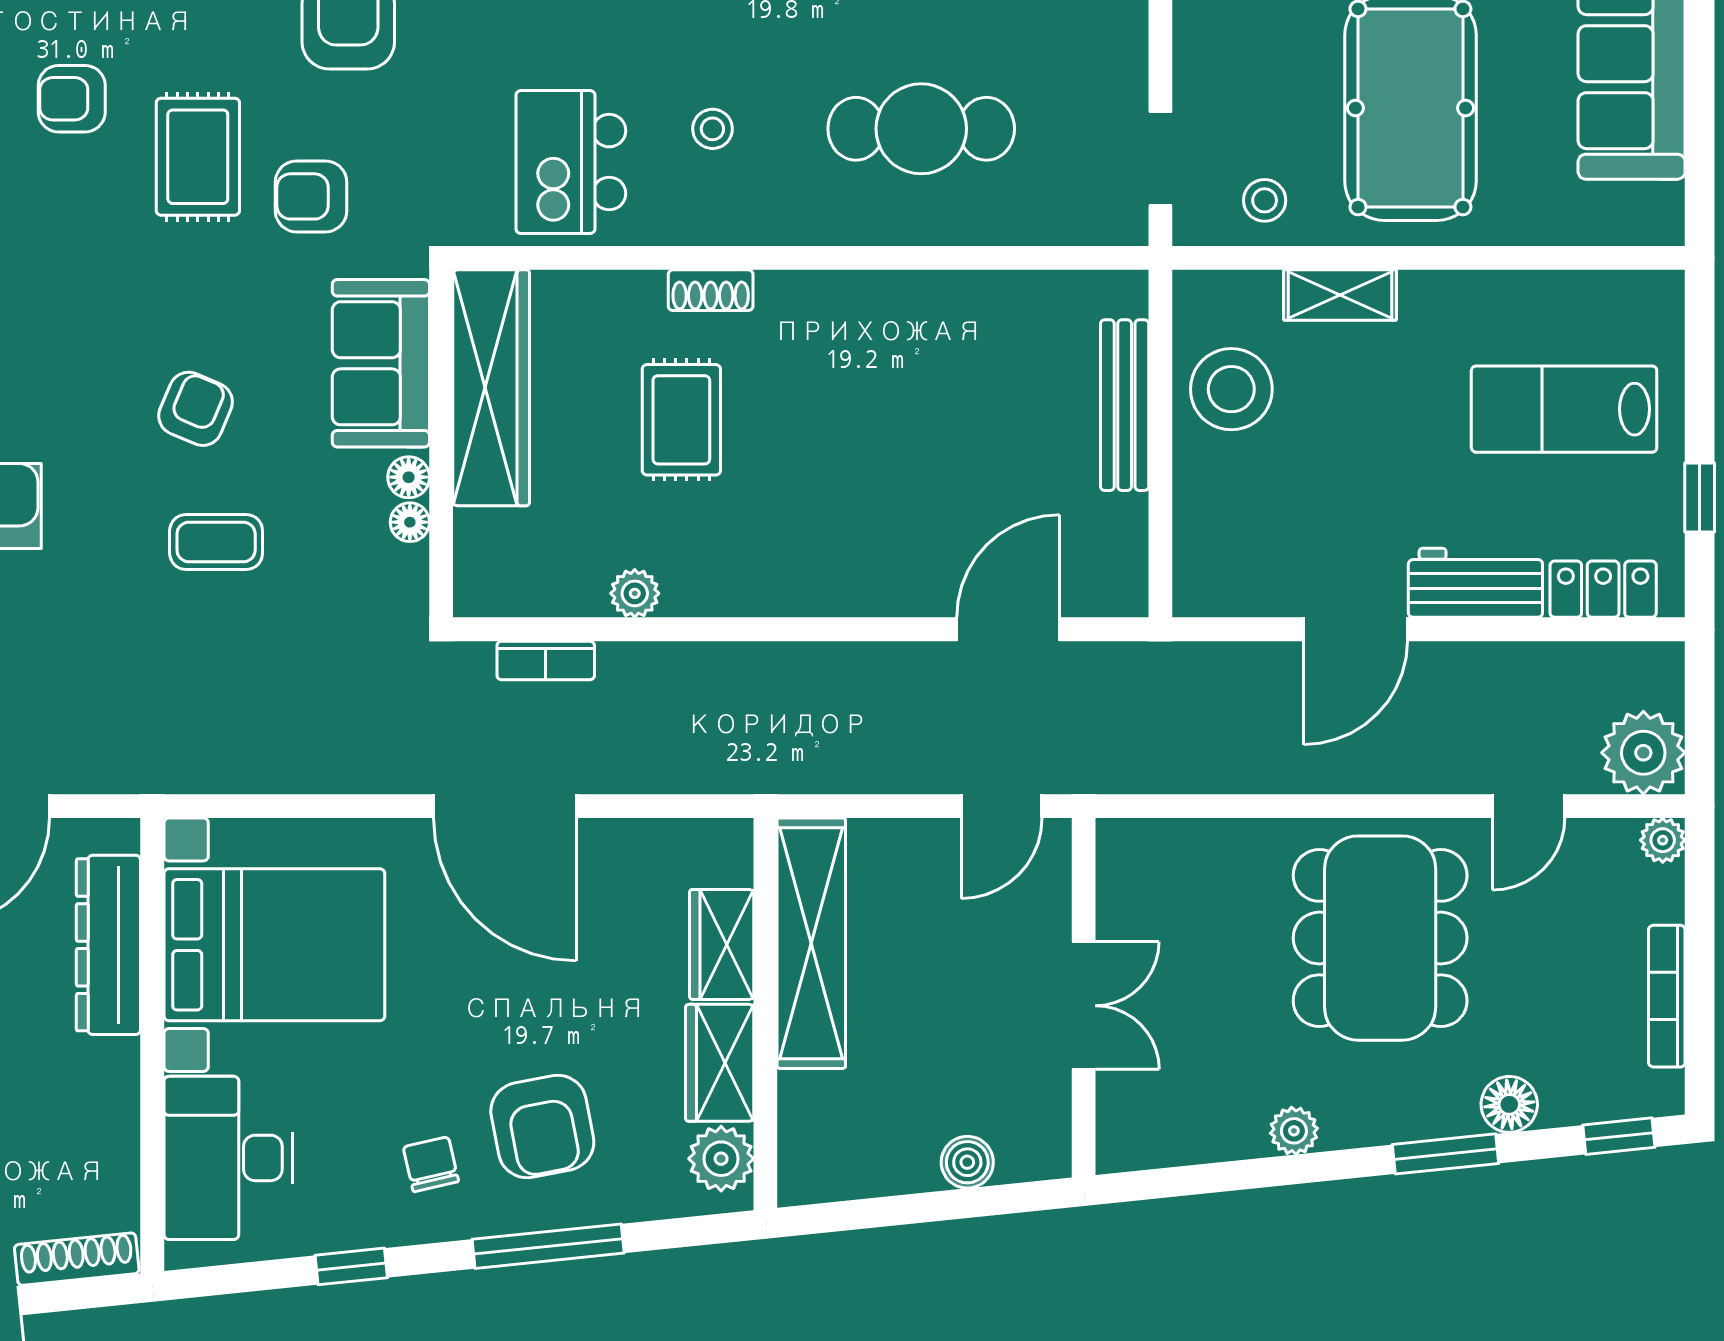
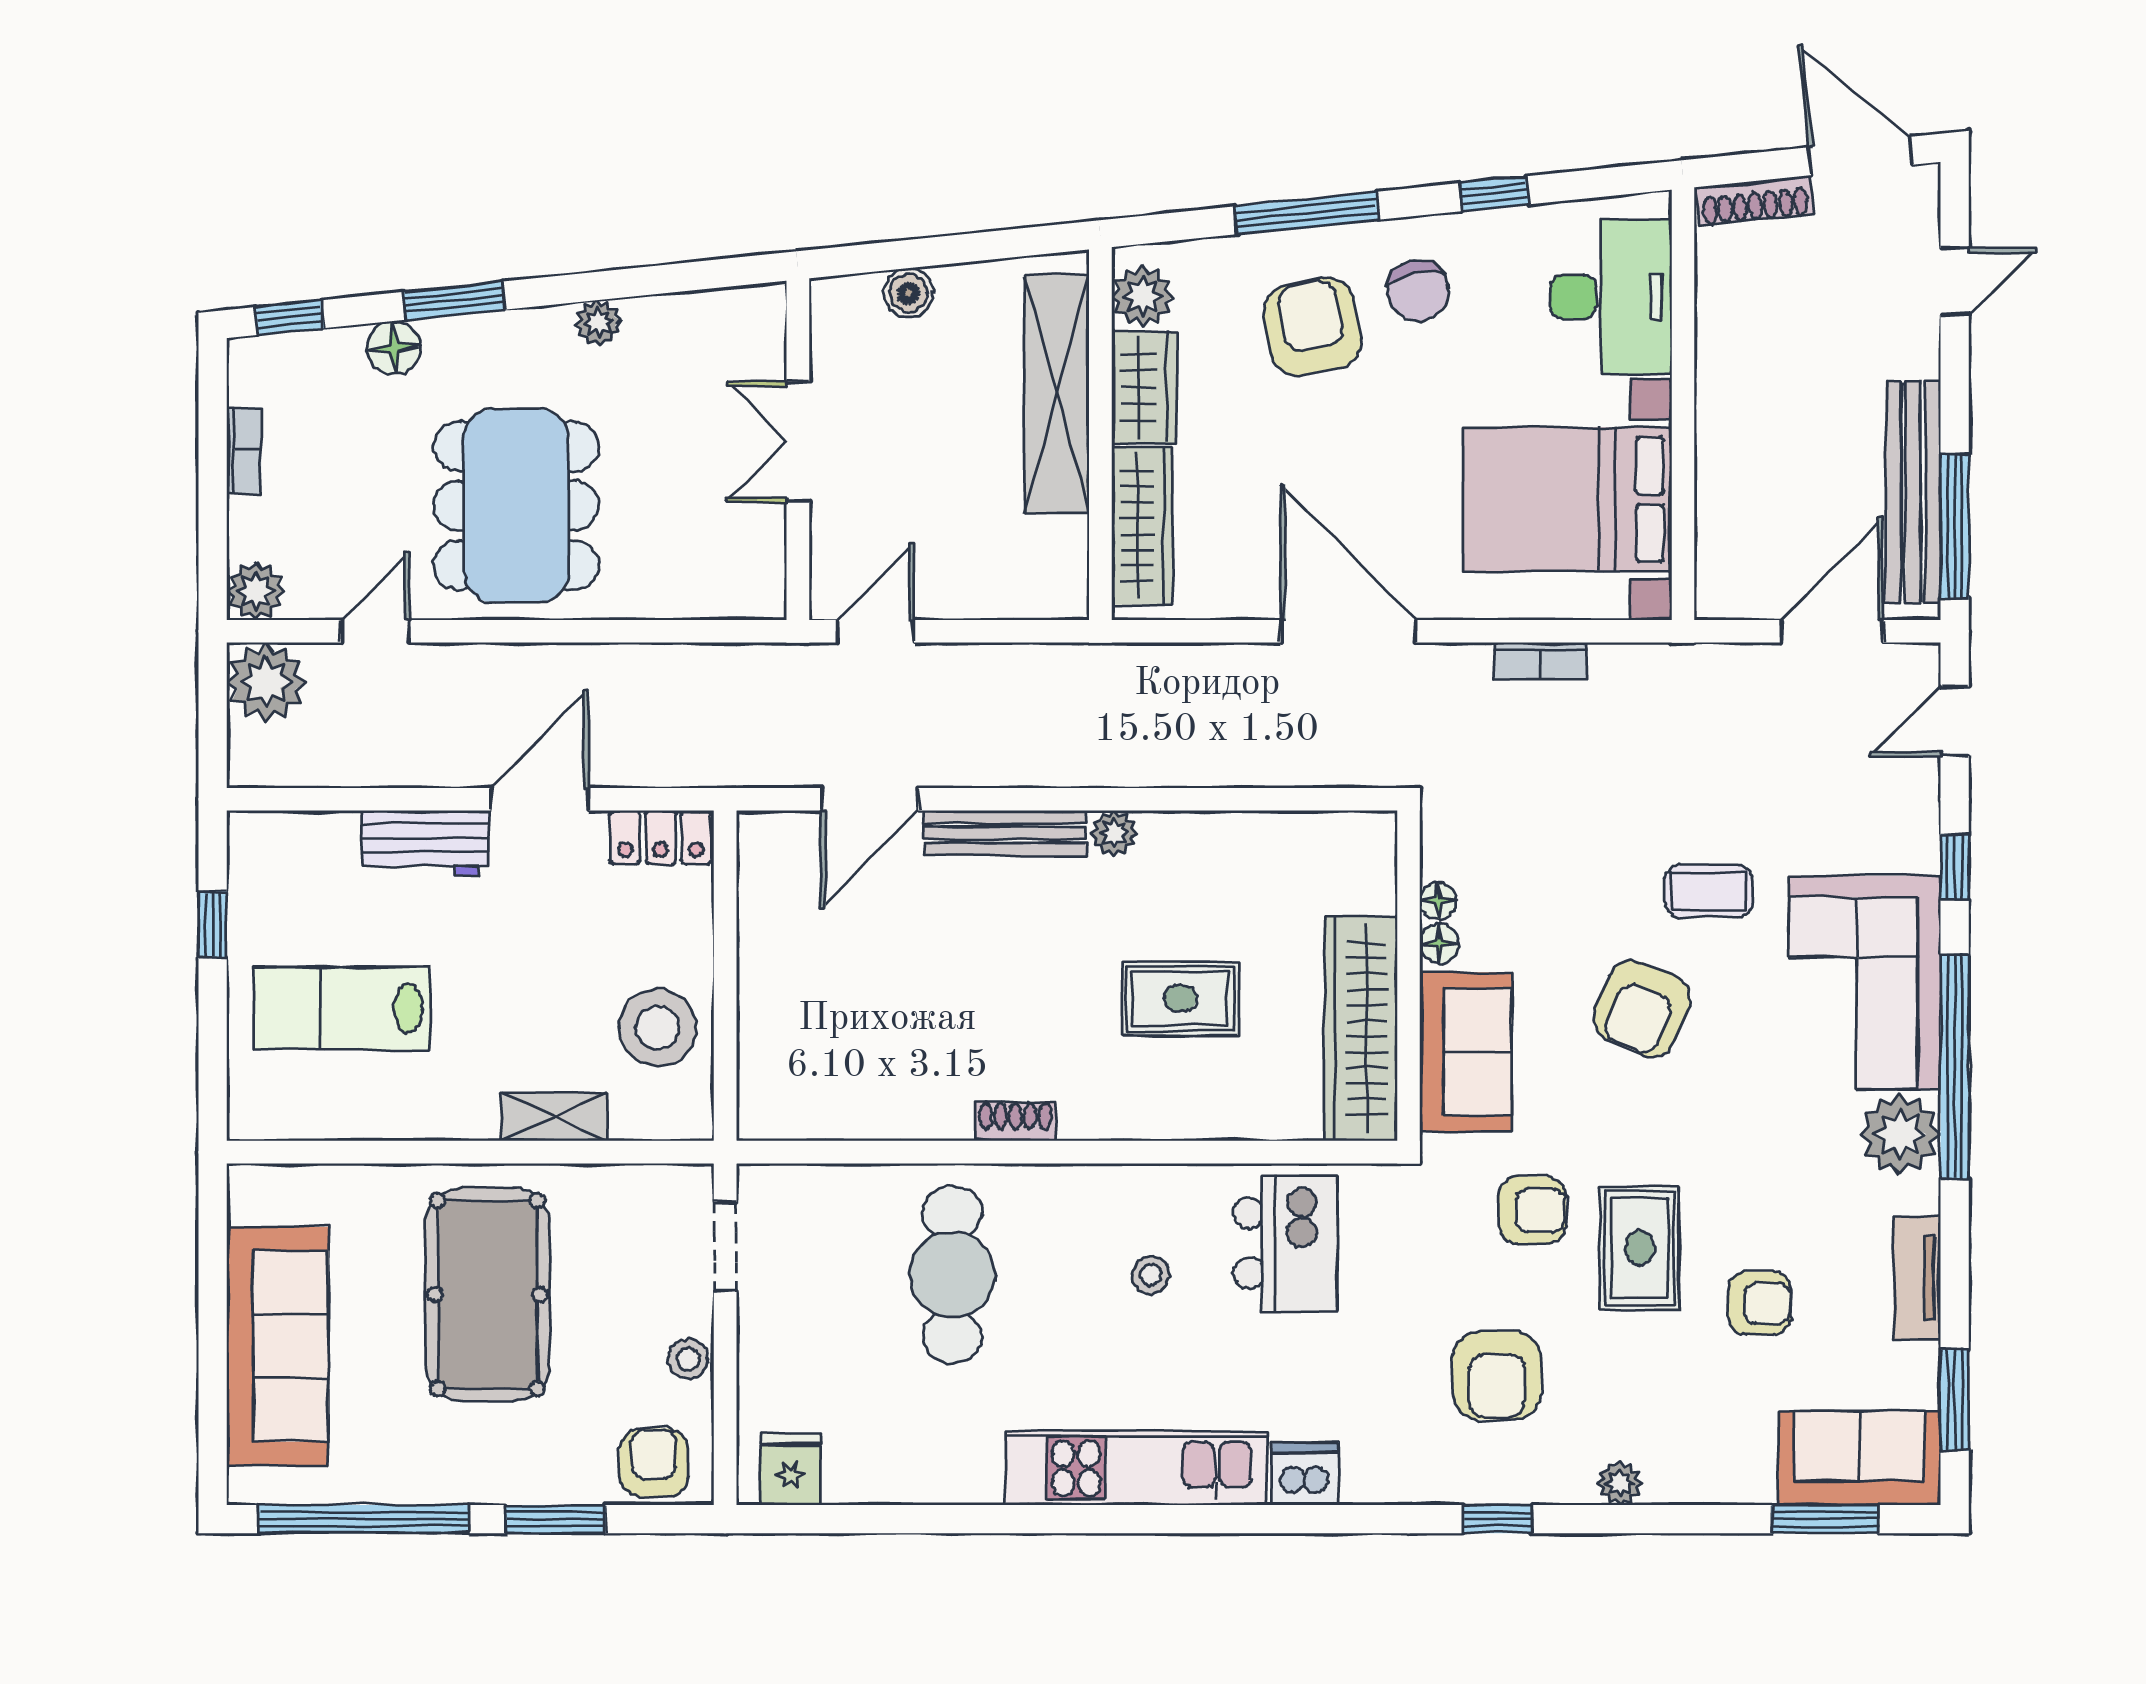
cafe table: (921, 129) -> (952, 1275), turned 90
stool: (1265, 200) -> (688, 1359), moved
shoe rack: (711, 290) -> (1015, 1121), moved
bench: (1125, 405) -> (1005, 833), moved, turned 90
armchair: (196, 409) -> (1642, 1009), width x1.38, depth x1.38
lab bench: (1564, 409) -> (341, 1008), turned 180
rug: (681, 420) -> (1180, 998), turned 90
coffee table: (216, 542) -> (1709, 891), moved
locker: (1603, 589) -> (661, 837), moved
plant: (635, 593) -> (1114, 833), moved
bookcase: (546, 661) -> (1540, 661), moved, turned 180
plant: (1663, 840) -> (256, 591), width x1.38, depth x1.38
shelving: (811, 943) -> (1057, 394), moved
wardrobe: (722, 944) -> (1142, 526), width x1.50
dresser: (108, 945) -> (1725, 499), removed
bookcase: (1667, 996) -> (244, 451), width x0.64
chair: (431, 1164) -> (1418, 291), width x1.37, depth x1.37

